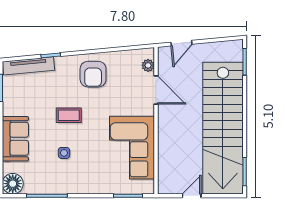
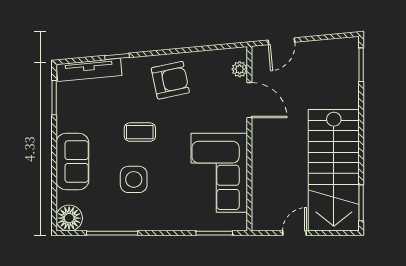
armchair: (93, 74) -> (170, 80), turned -102
stairs: (223, 128) -> (334, 170), width x0.73
side table: (64, 153) -> (134, 179), width x1.87, depth x1.87

